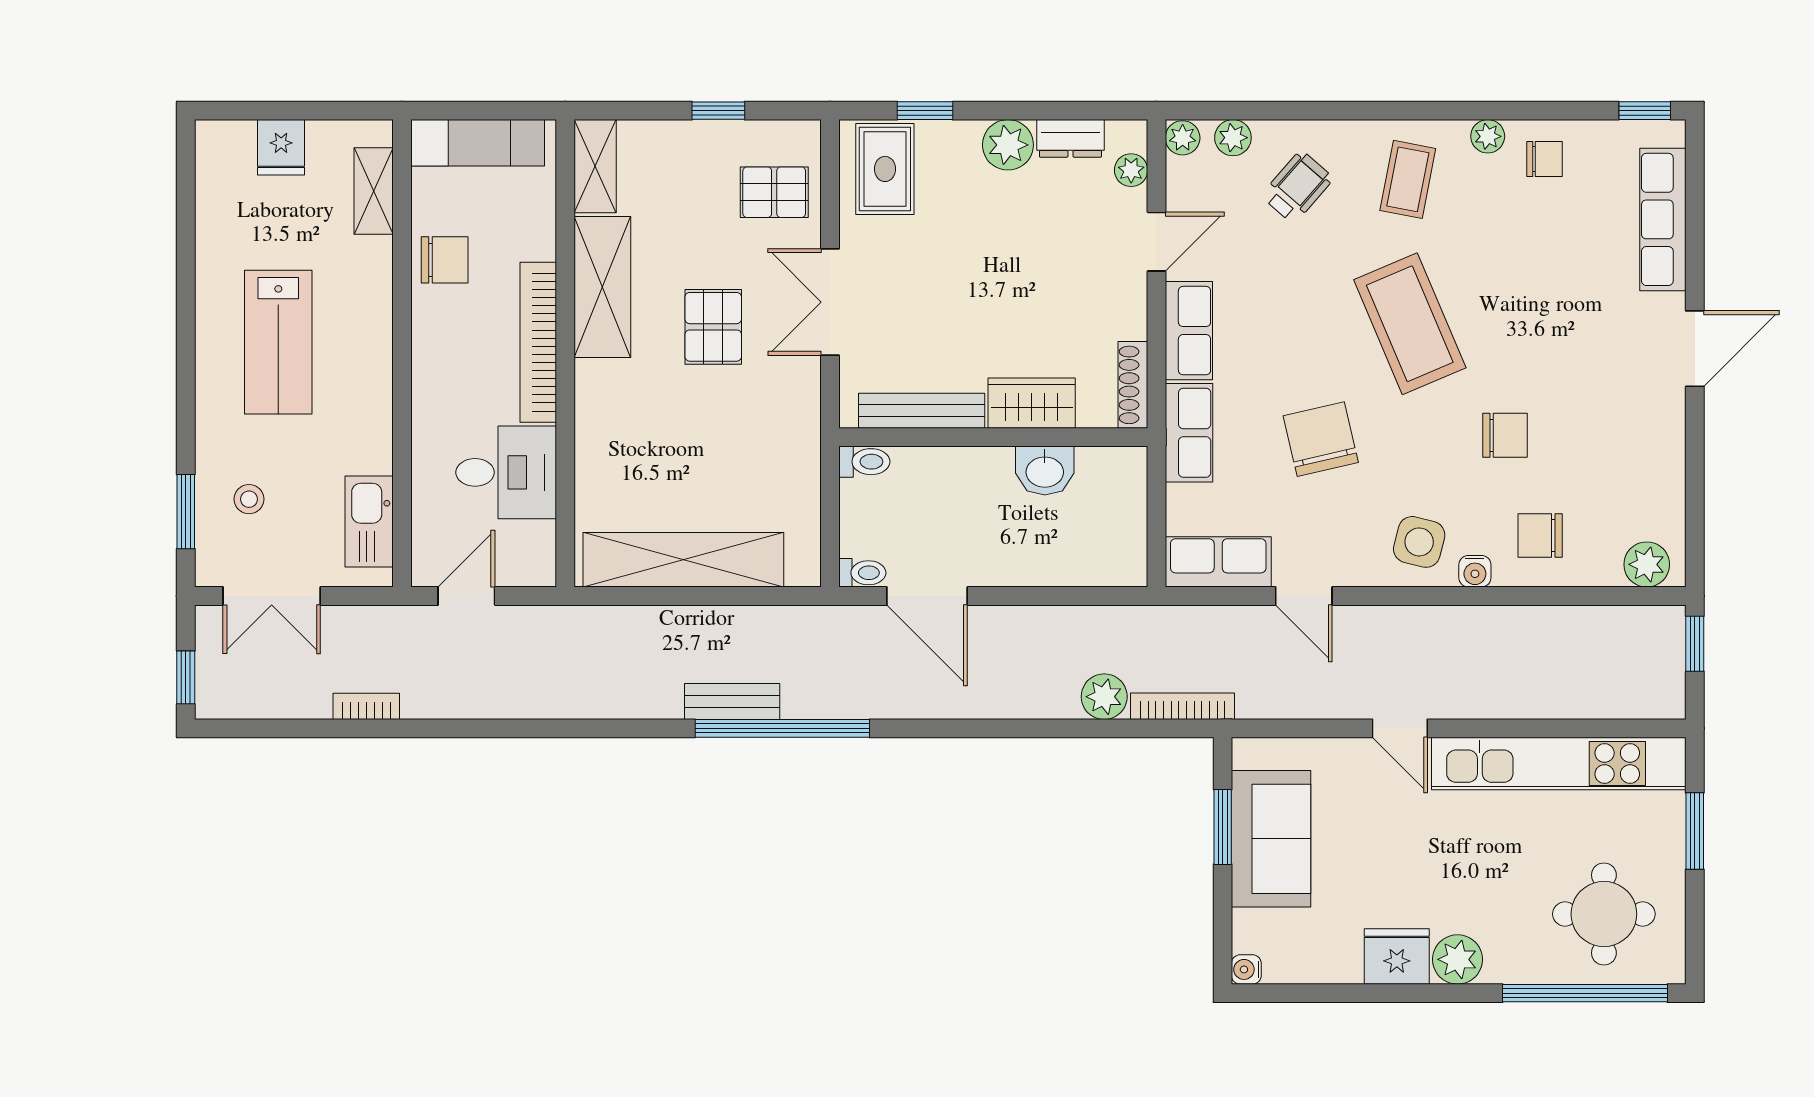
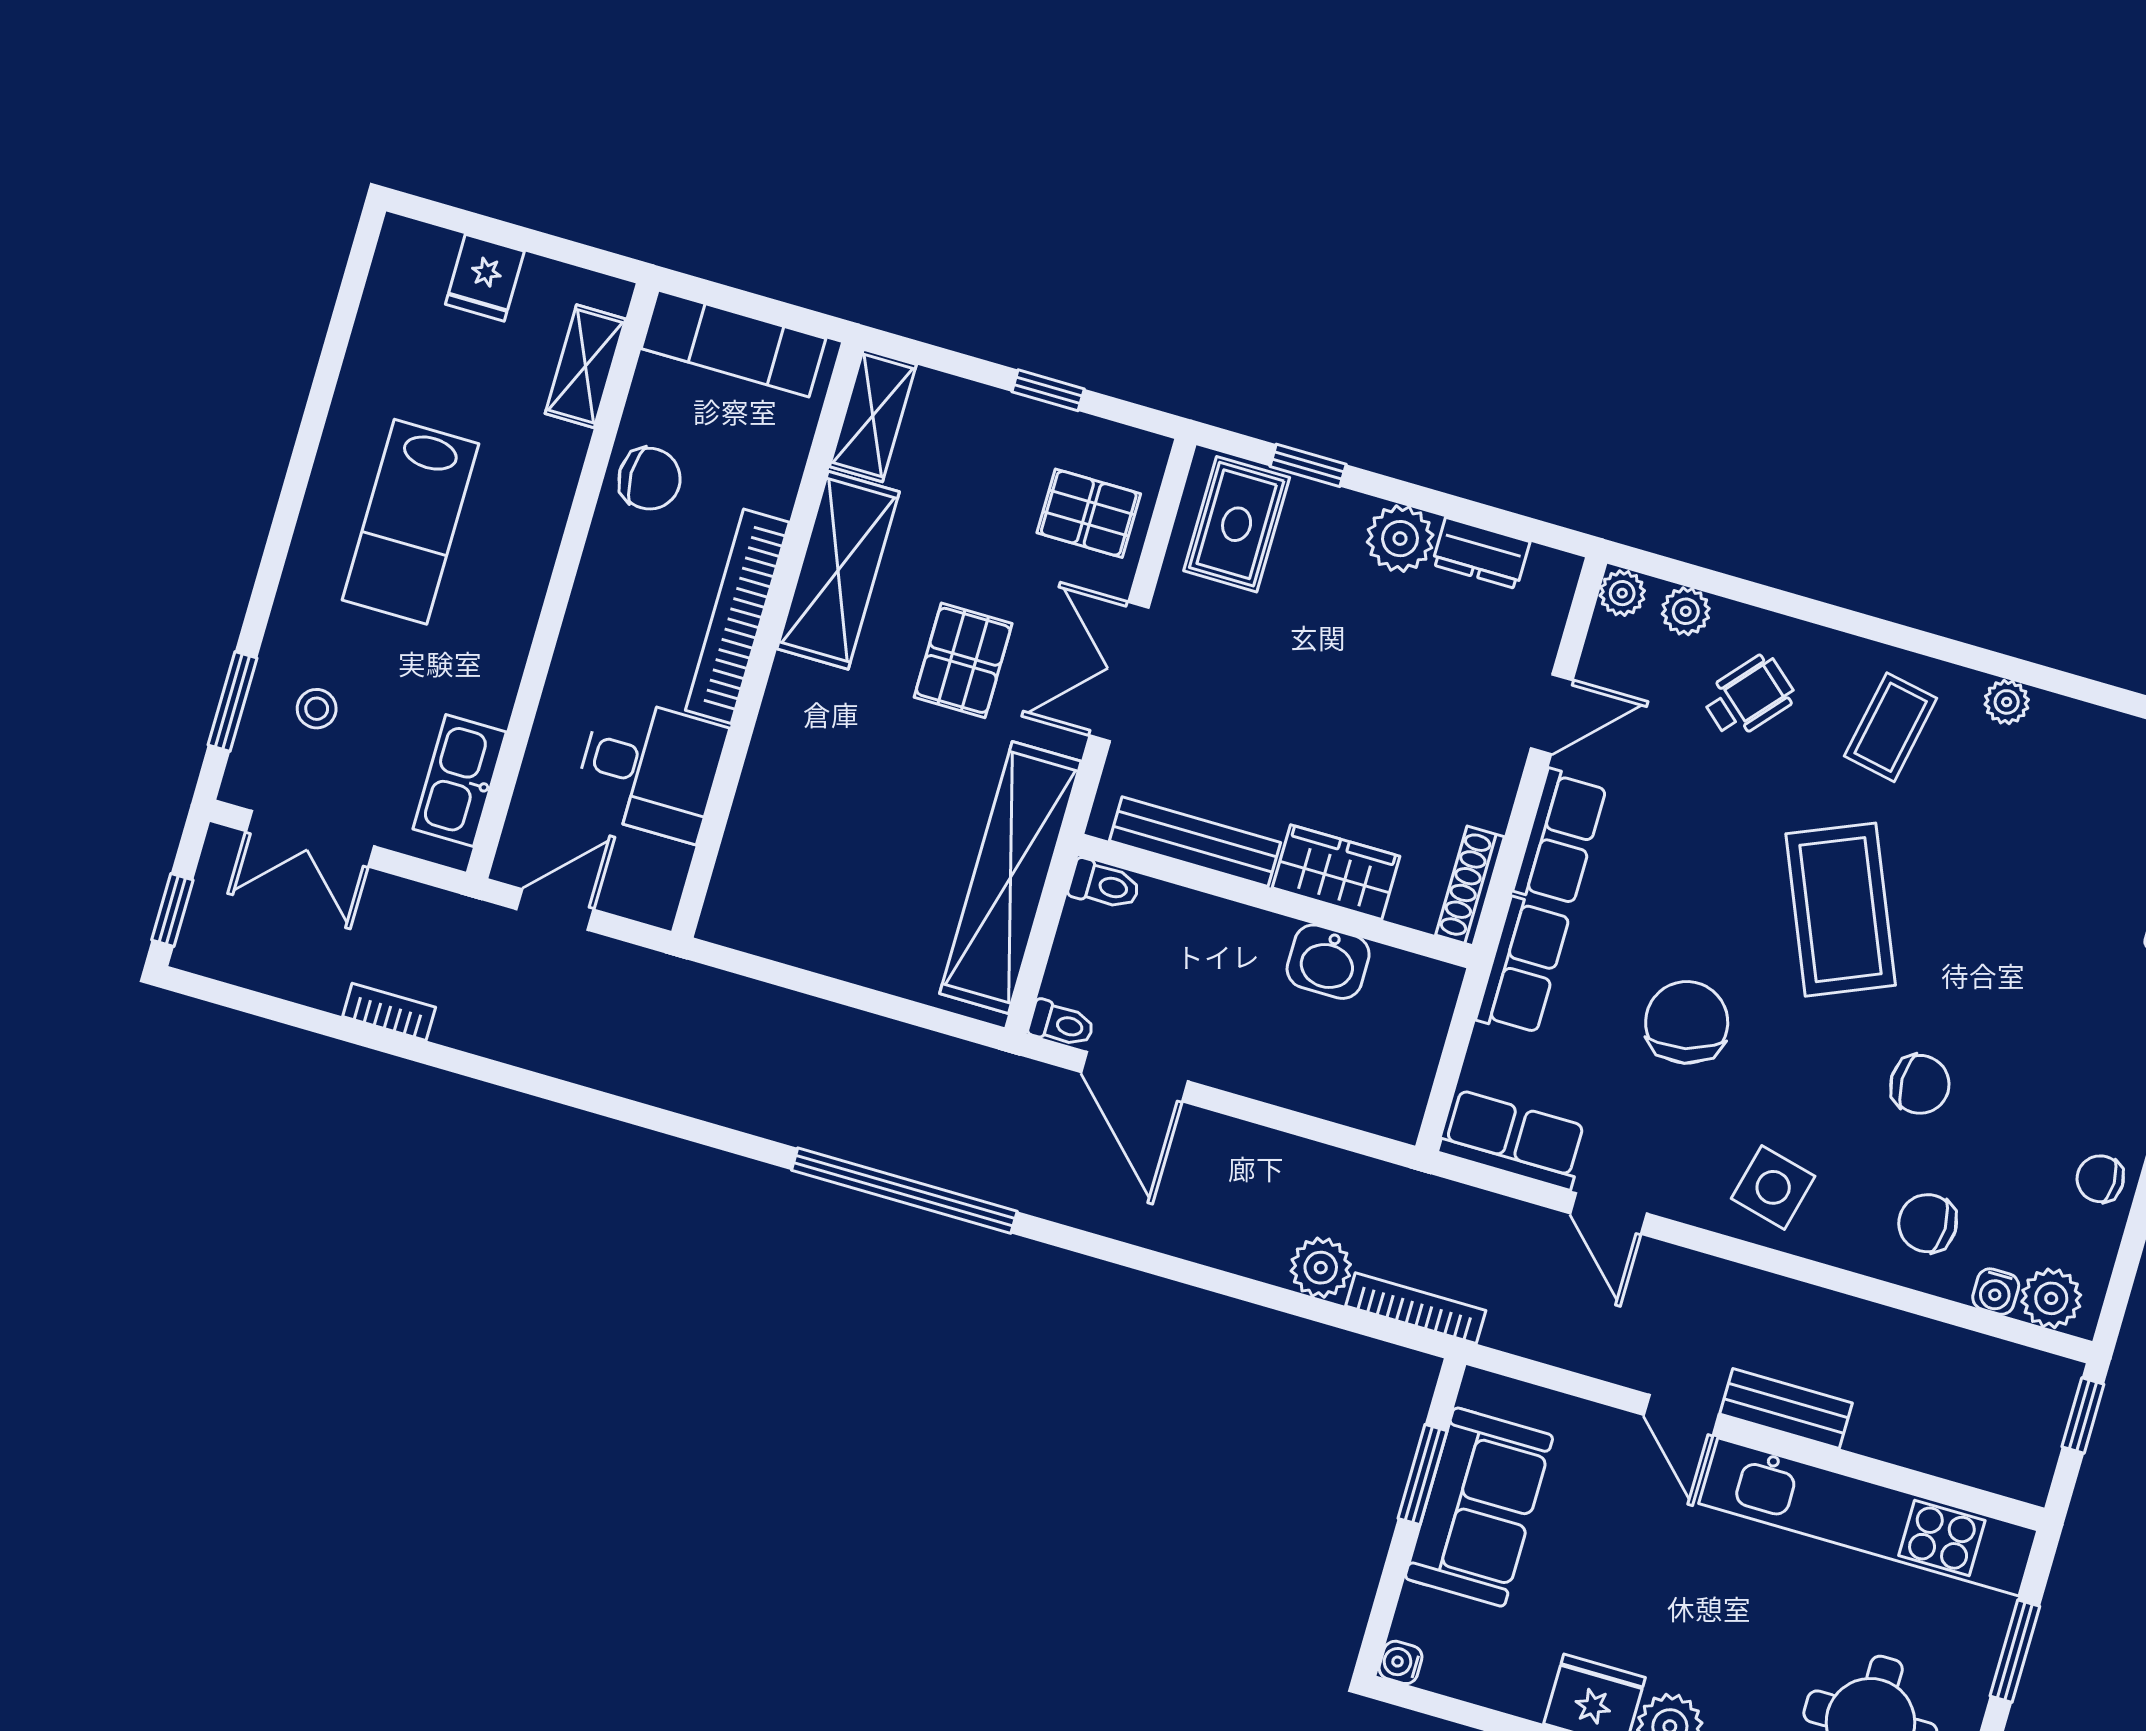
chair: (1544, 159) -> (2100, 1179), moved, turned 180
plant: (1131, 170) -> (1546, 615), removed
shelving: (683, 560) -> (1010, 877), moved, turned 90
water cooler: (1475, 571) -> (1996, 1292), moved
bench: (732, 701) -> (1786, 1408), moved

